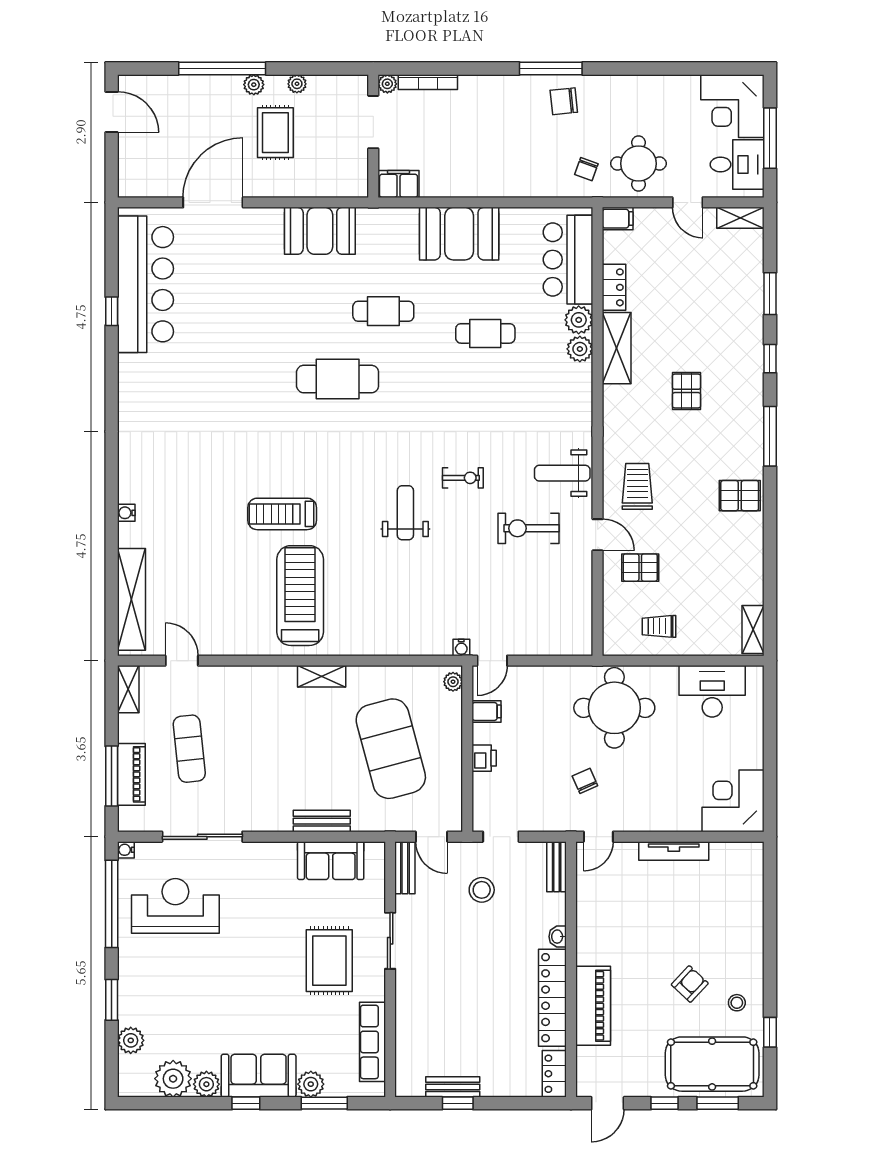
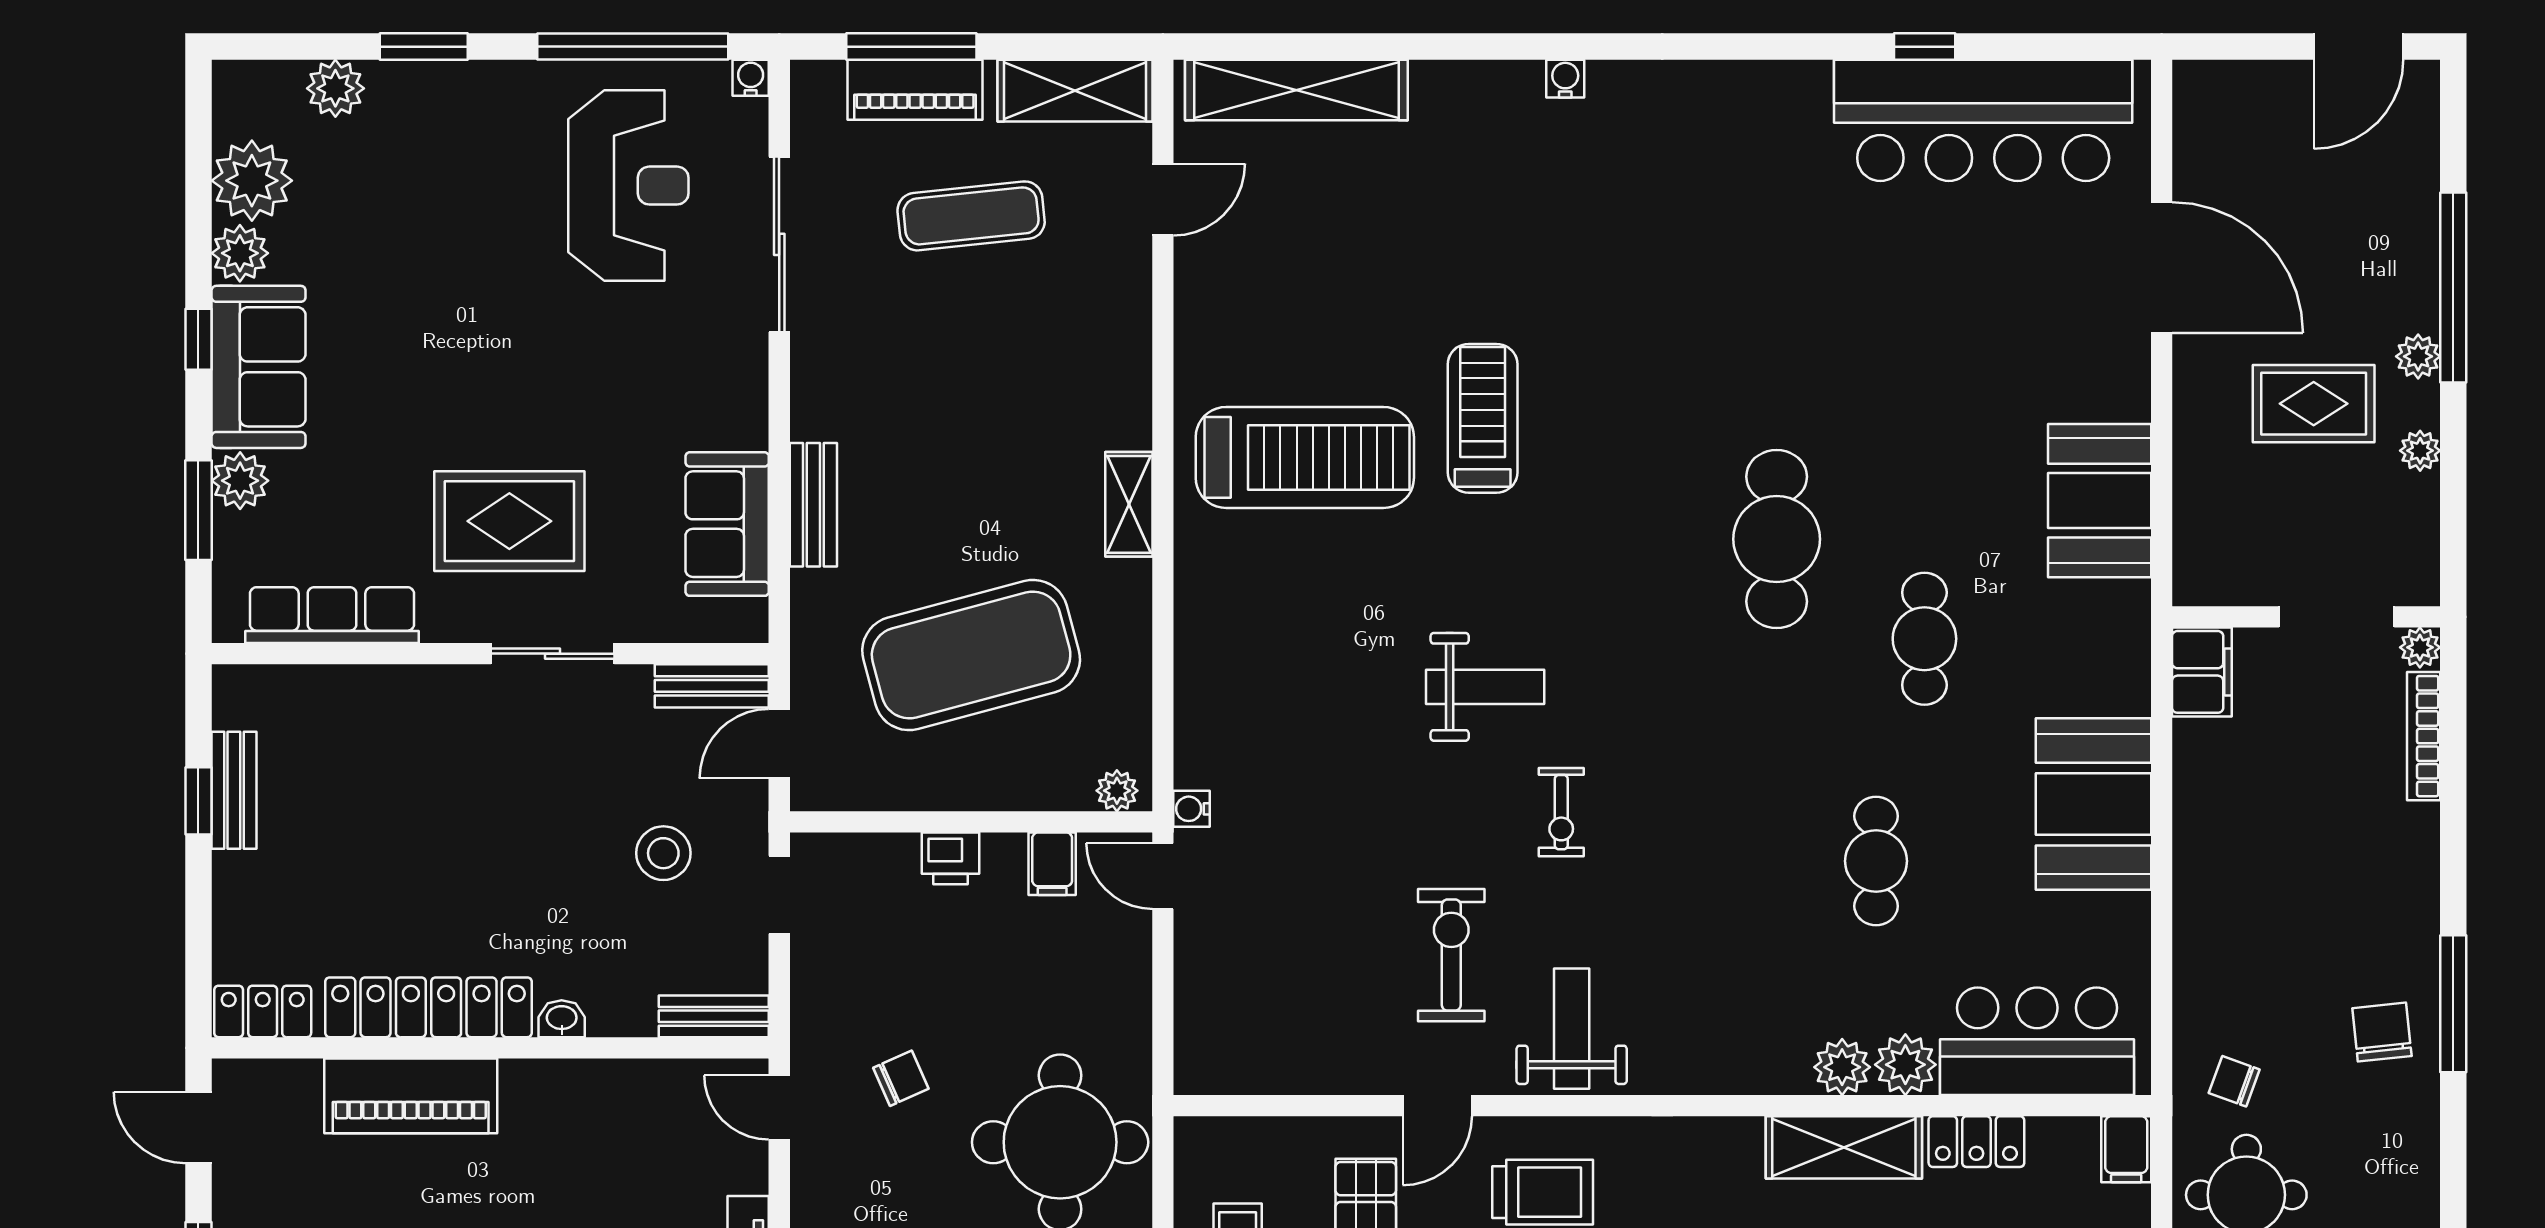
water cooler: (126, 513) -> (1565, 79), moved
shelving: (128, 689) -> (1075, 91), width x1.50, depth x1.33

